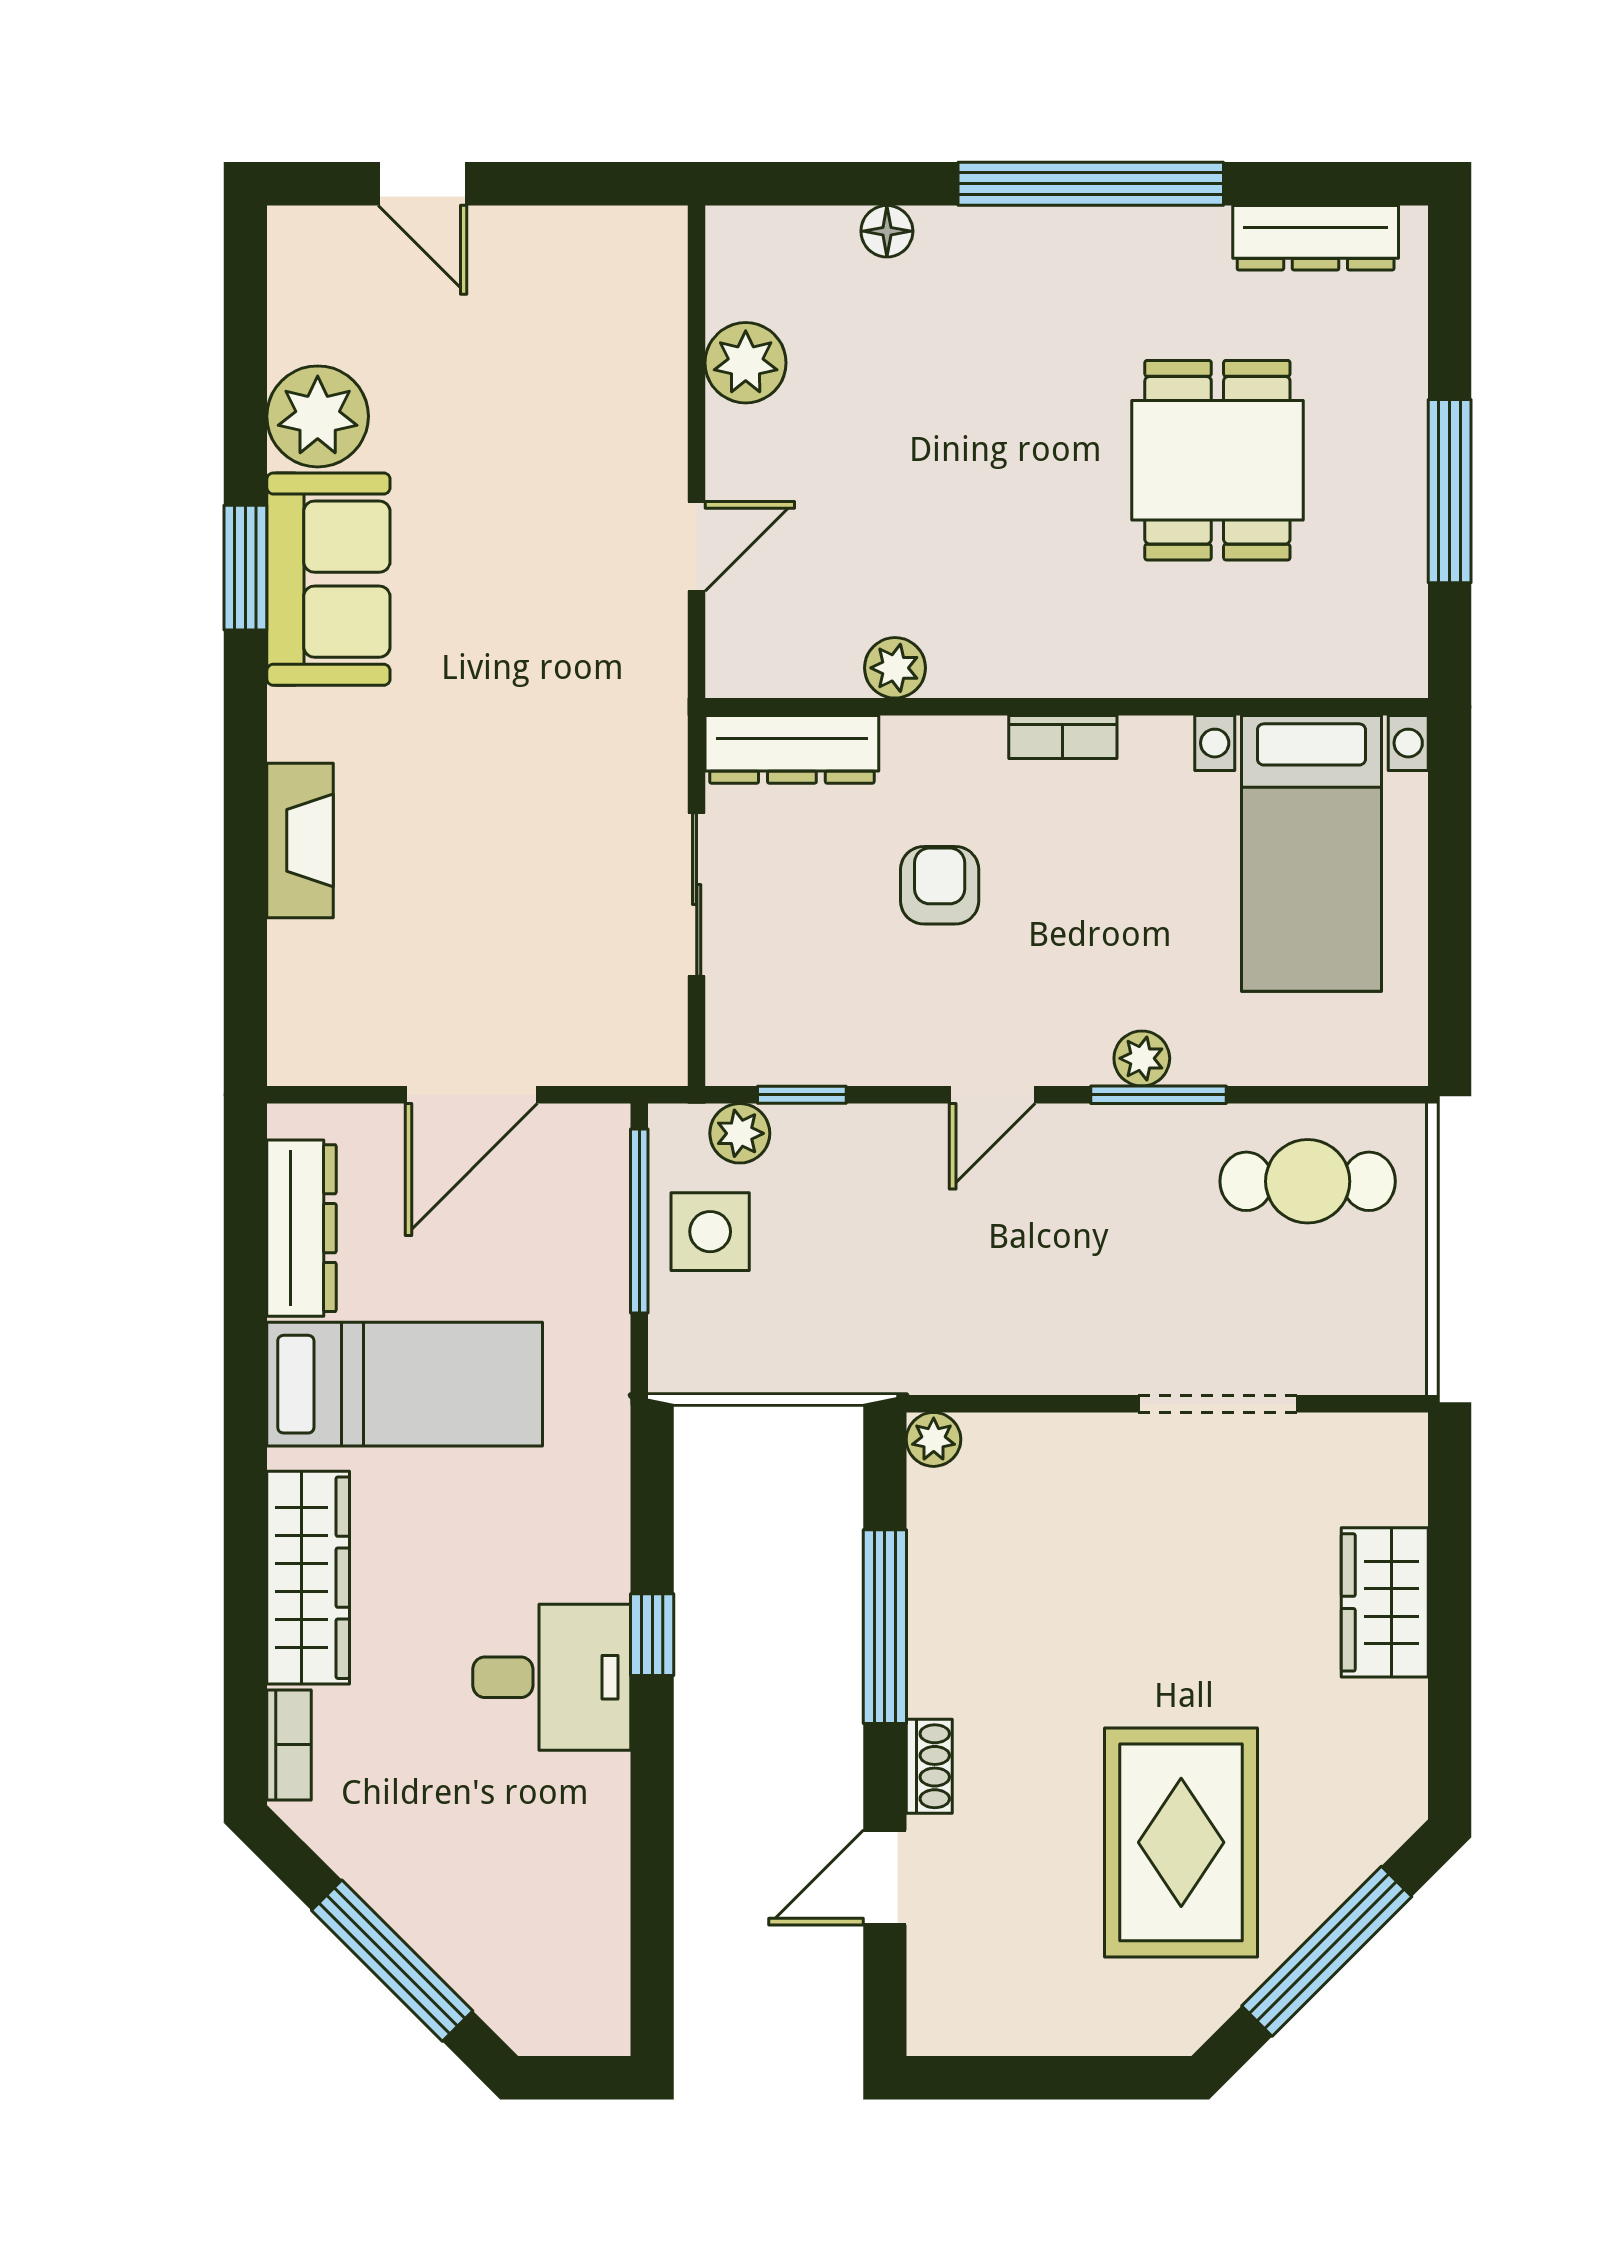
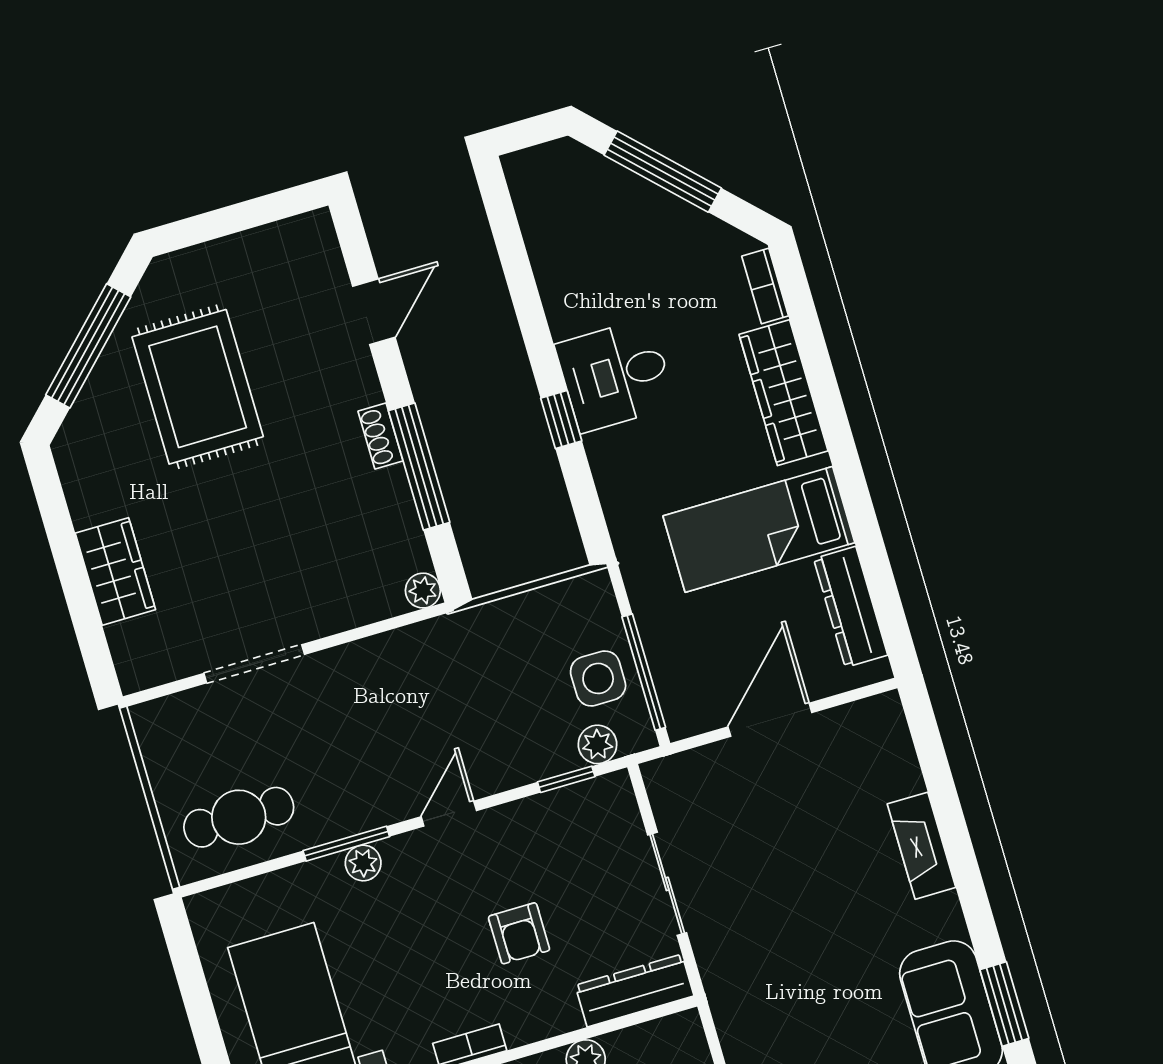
shoe rack: (929, 1766) -> (381, 436), moved

